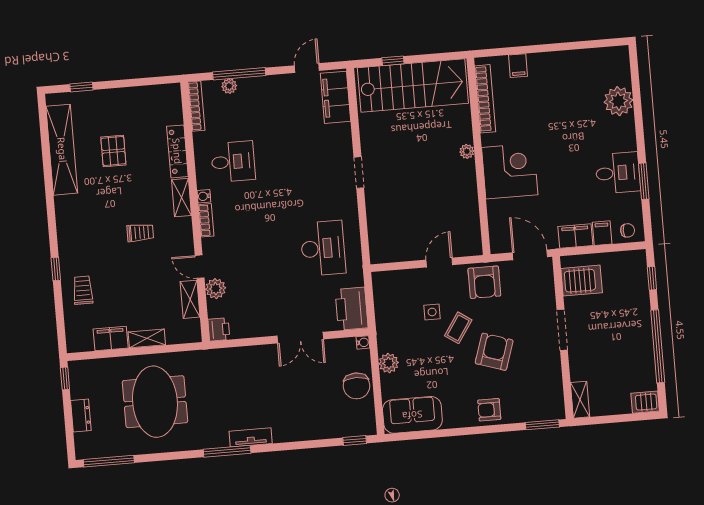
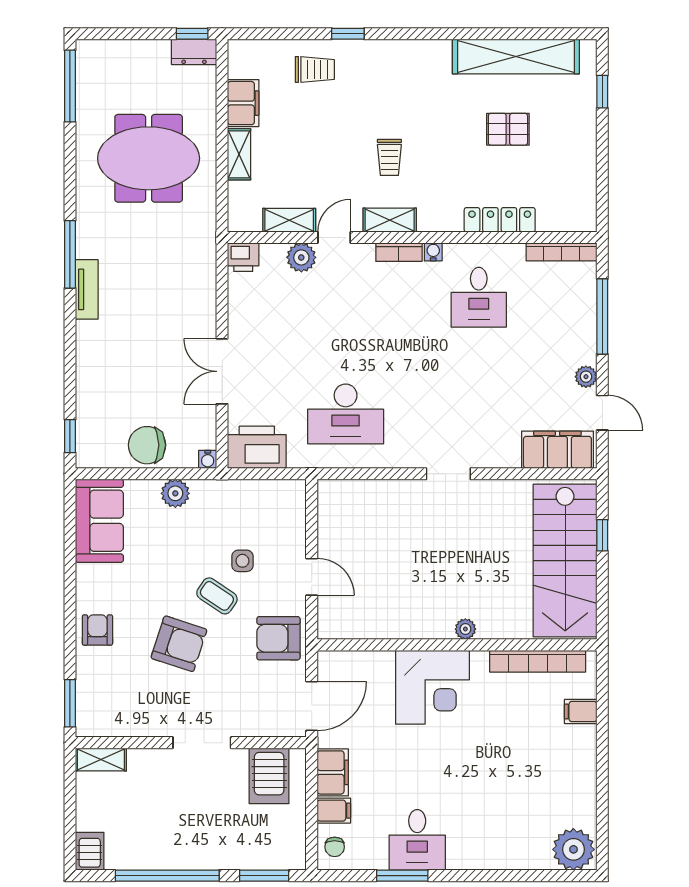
plant: (229, 86) -> (586, 377), moved
plant: (618, 101) -> (573, 849), moved
shelving: (181, 198) -> (390, 220), moved
window: (652, 278) -> (264, 876), width x1.50
dresser: (81, 415) -> (194, 52), moved

